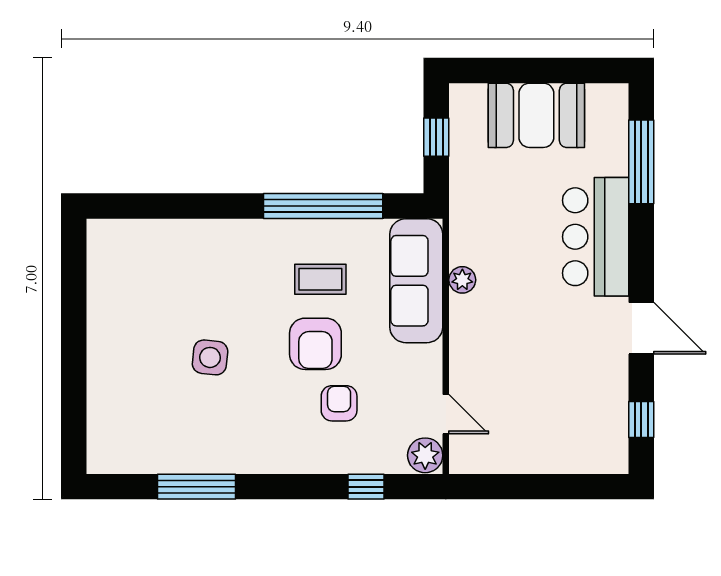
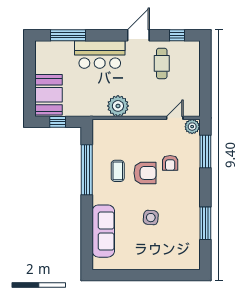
booth: (536, 115) -> (48, 95), moved
plant: (462, 280) -> (118, 106), width x1.88, depth x1.88
sofa: (416, 281) -> (103, 231), moved, turned -90
cafe table: (574, 383) -> (162, 63), added
armchair: (339, 403) -> (170, 163), turned -90
window: (366, 487) -> (205, 152), width x2.17

